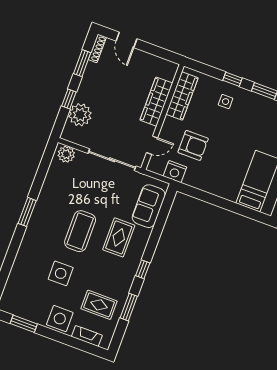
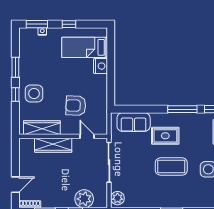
side table: (226, 102) -> (34, 93), width x1.87, depth x1.87
armchair: (193, 145) -> (76, 106), turned -88
nightstand: (175, 172) -> (100, 66), moved
window: (143, 269) -> (182, 109), width x2.17

